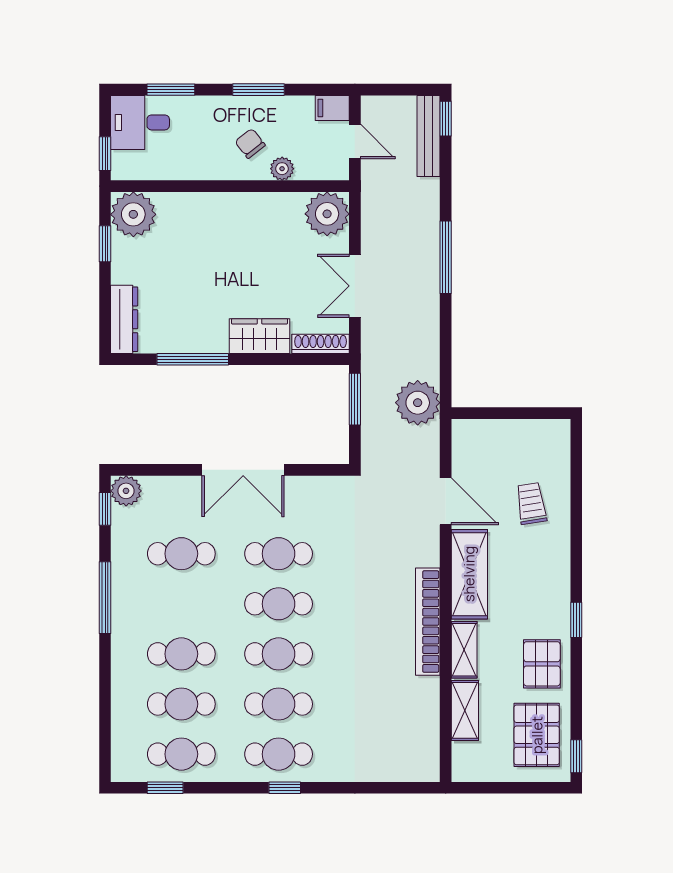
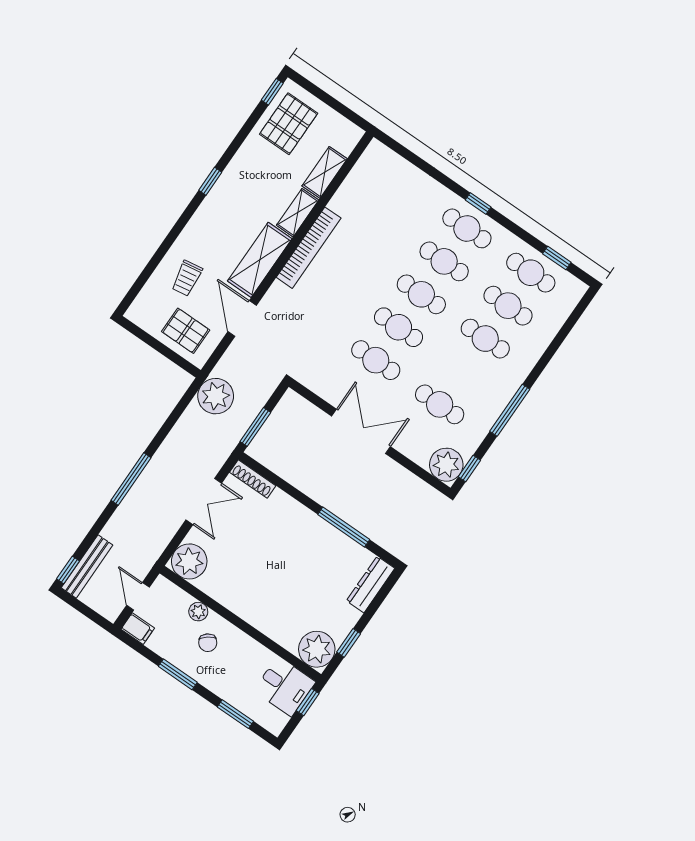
desk: (140, 122) -> (285, 686), moved
wardrobe: (260, 336) -> (289, 512), removed
plant: (126, 491) -> (446, 465), width x1.36, depth x1.36
pallet: (542, 664) -> (186, 331), moved, turned 90

